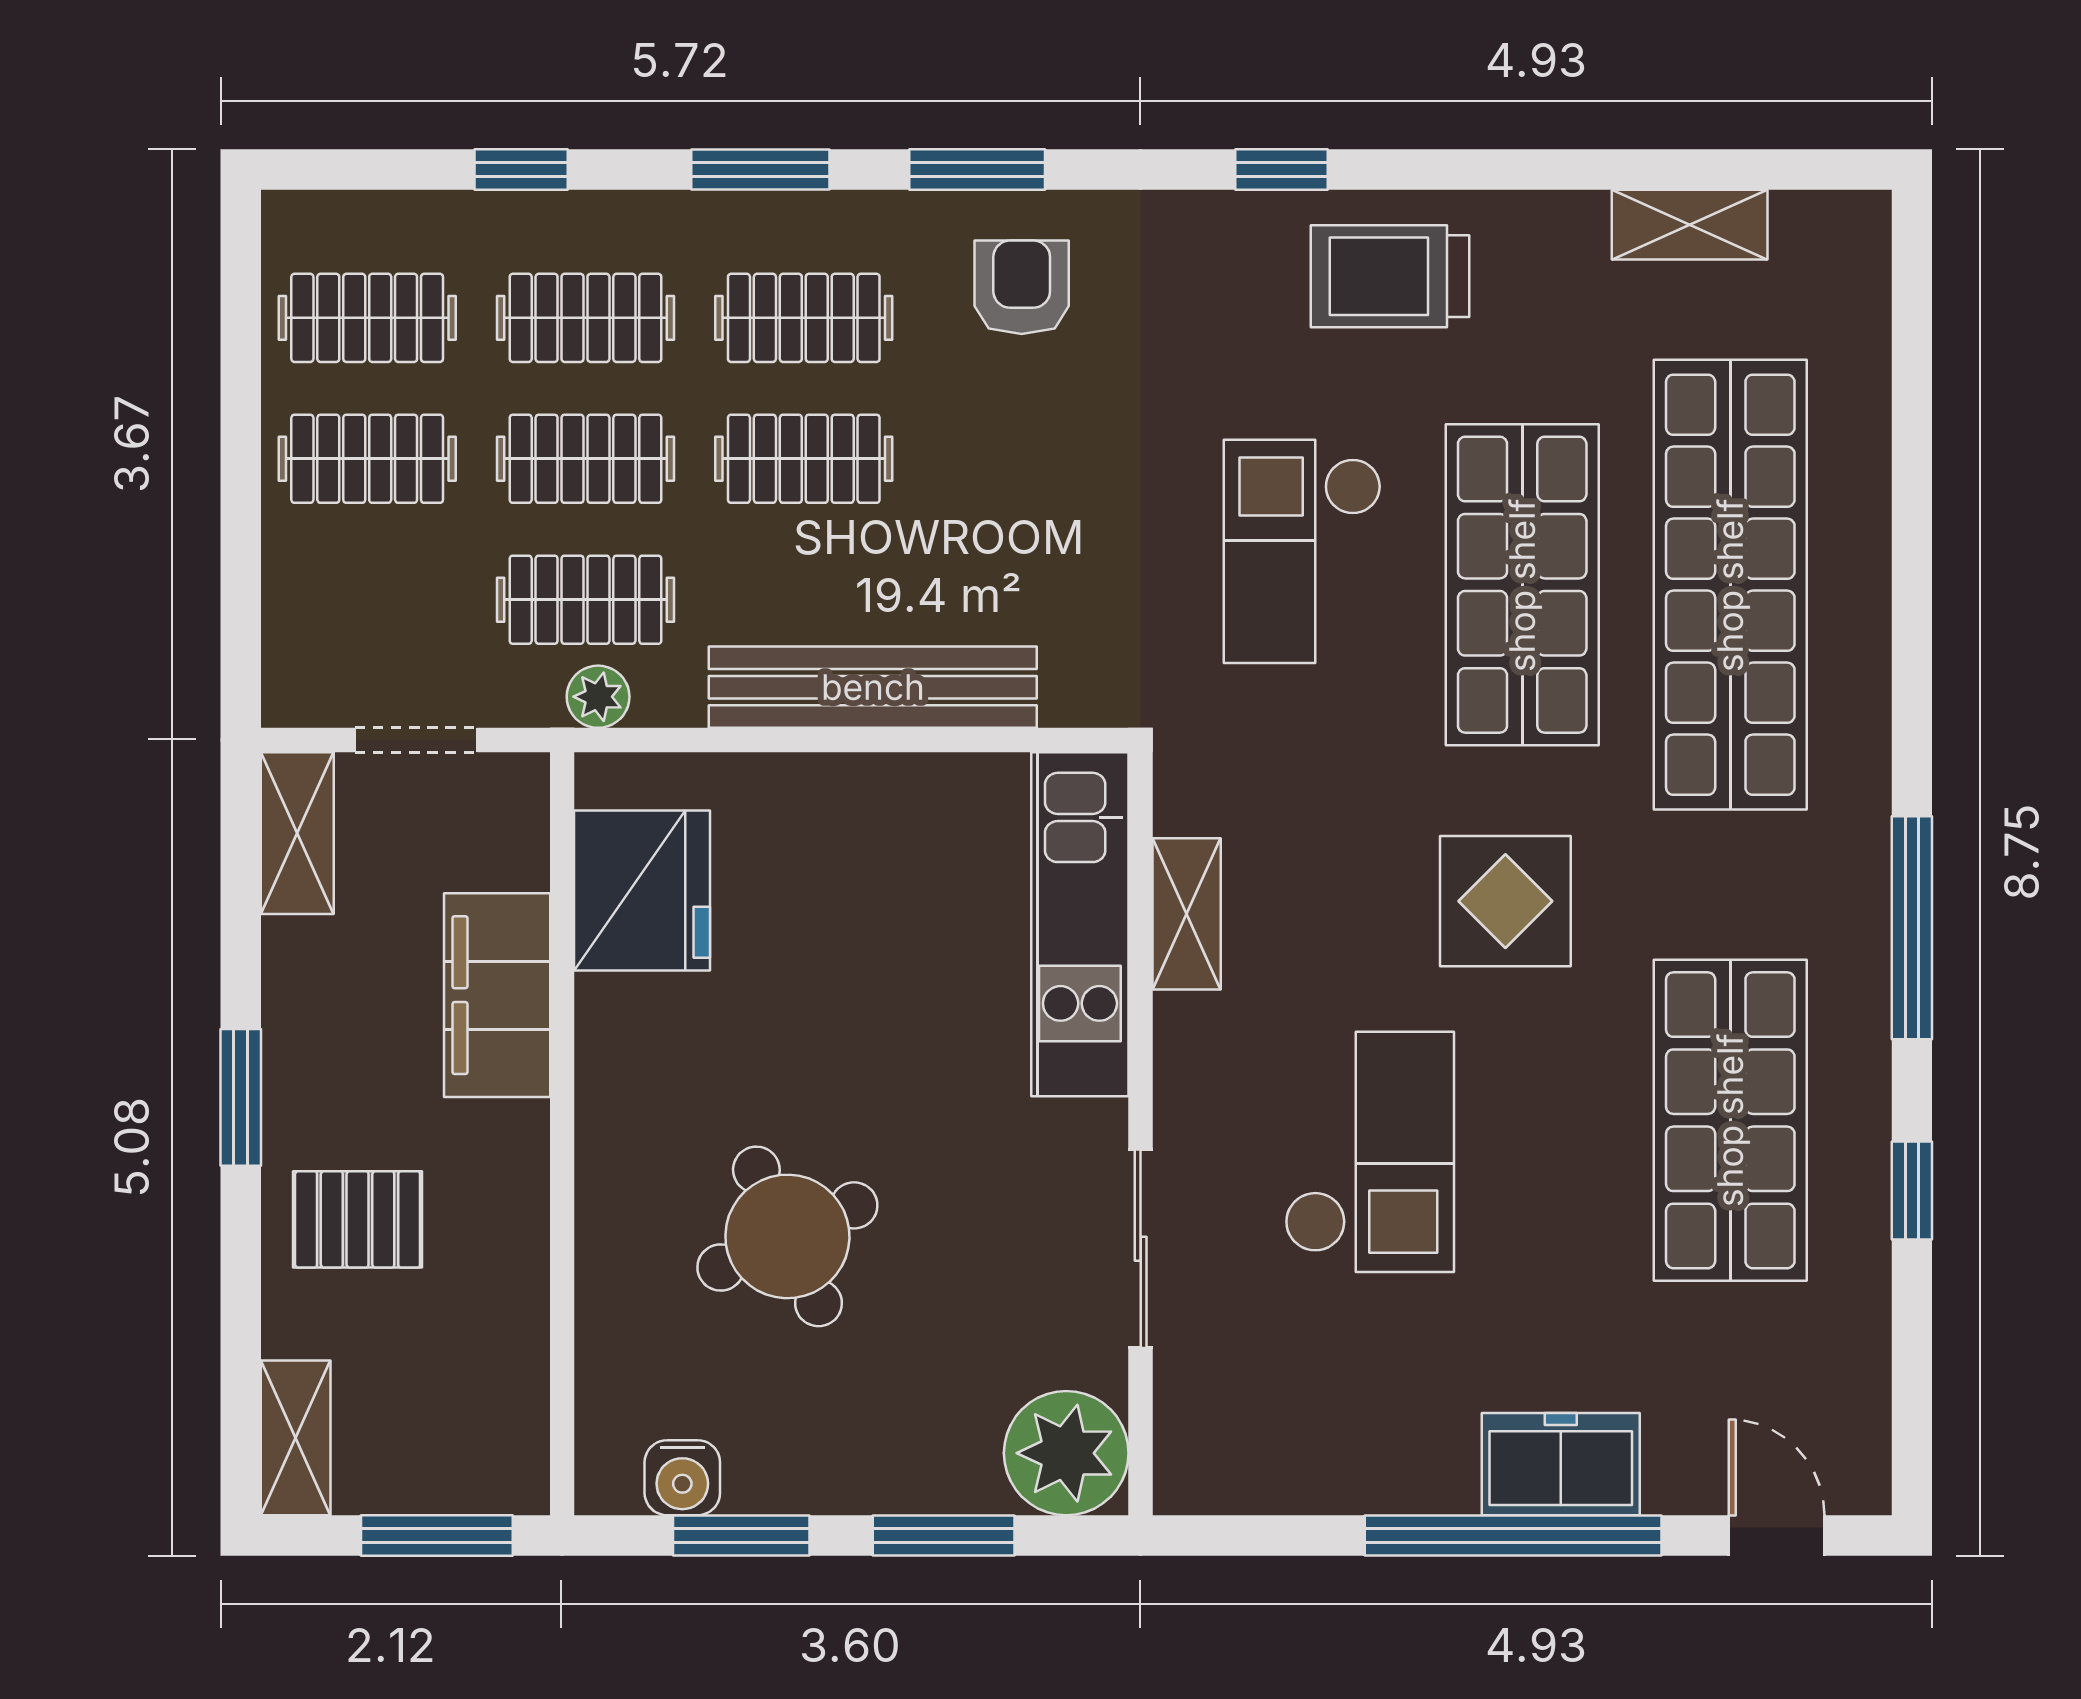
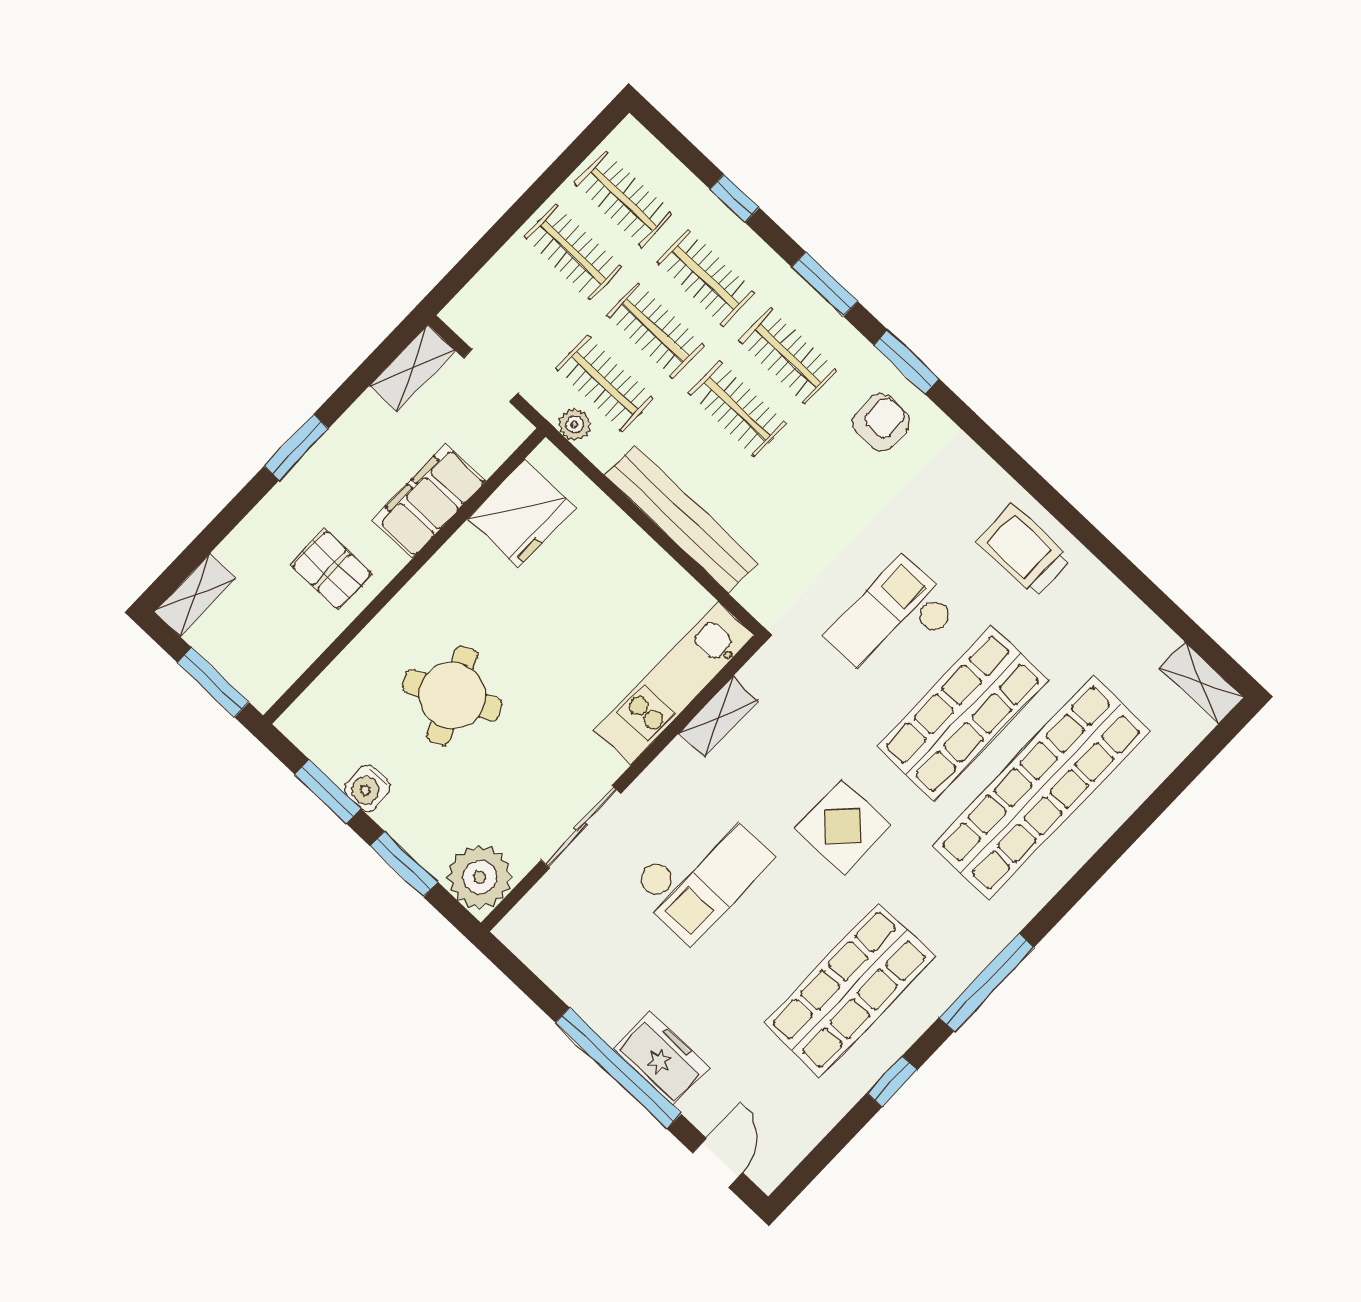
window: (1281, 170) -> (1021, 471), removed
shelving: (1690, 225) -> (1202, 683), moved
pallet: (358, 1219) -> (332, 570), moved
water cooler: (682, 1478) -> (368, 788), moved

